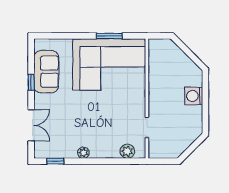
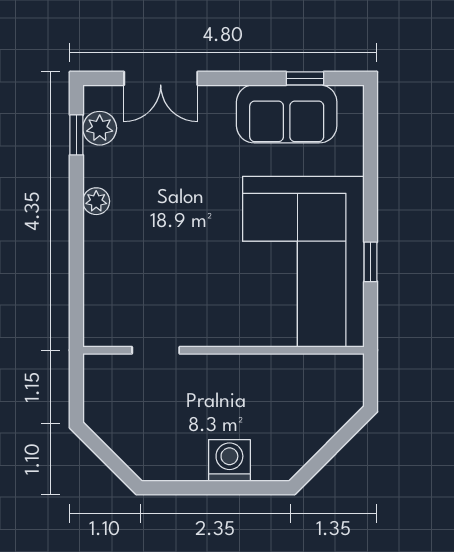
window: (109, 36) -> (371, 262), width x0.67
window: (31, 82) -> (305, 78), moved
plant: (127, 151) -> (100, 128), moved

